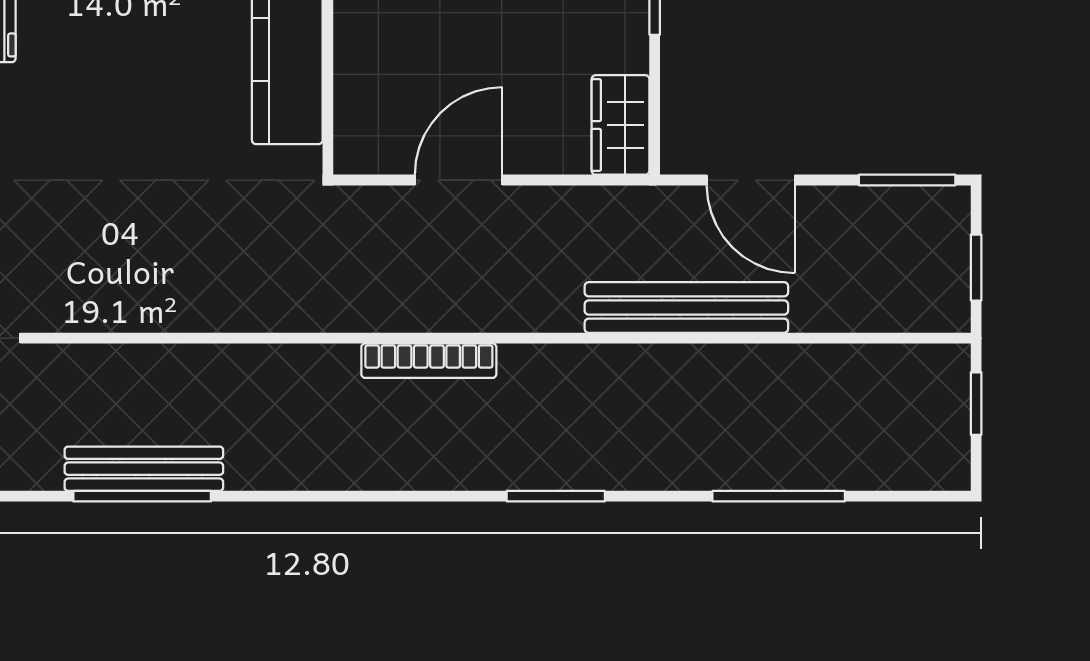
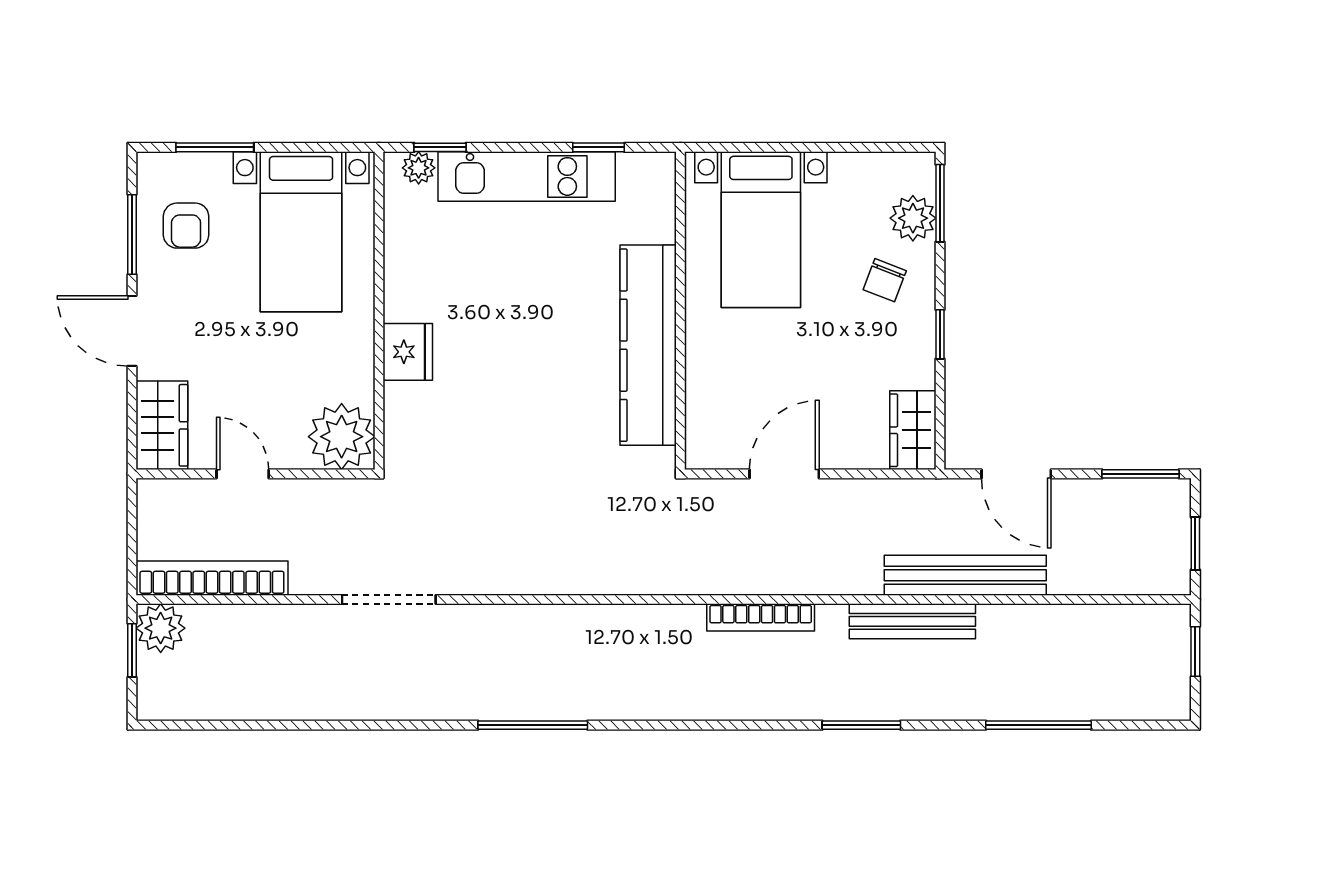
bench: (144, 469) -> (912, 621), moved

